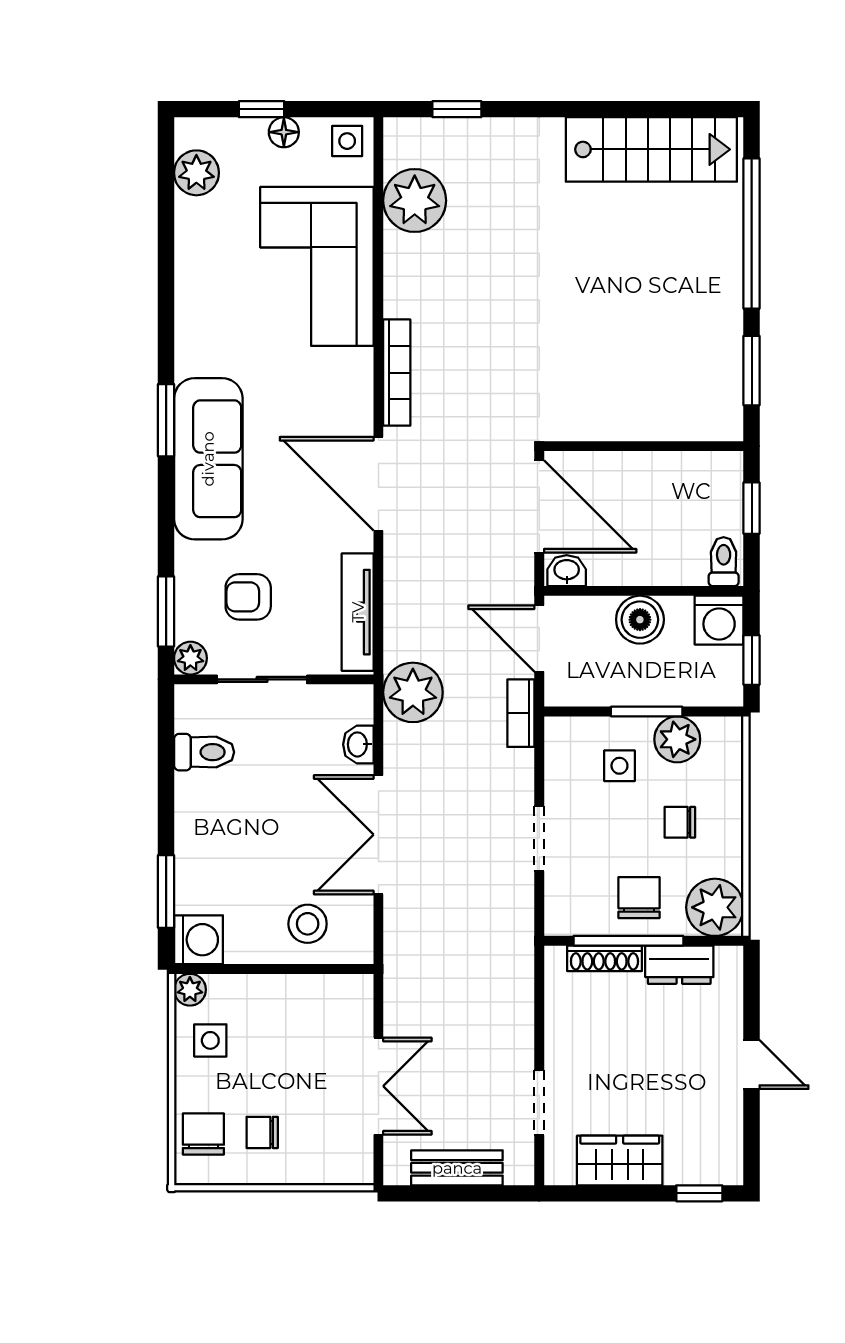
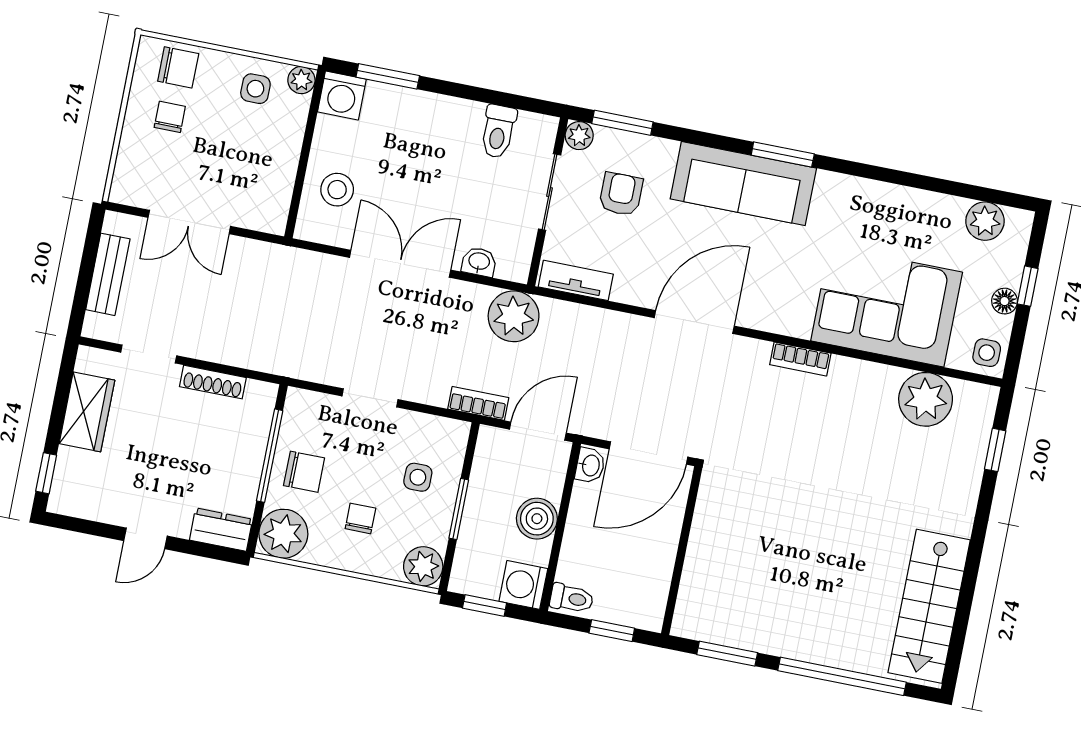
bookcase: (397, 373) -> (800, 359), width x0.64
tv unit: (358, 612) -> (576, 280), width x0.71
plant: (677, 739) -> (423, 566), moved
shoe rack: (604, 958) -> (213, 382), moved, turned -90
dresser: (679, 965) -> (221, 530), moved, turned 90

